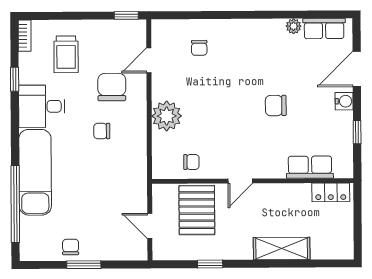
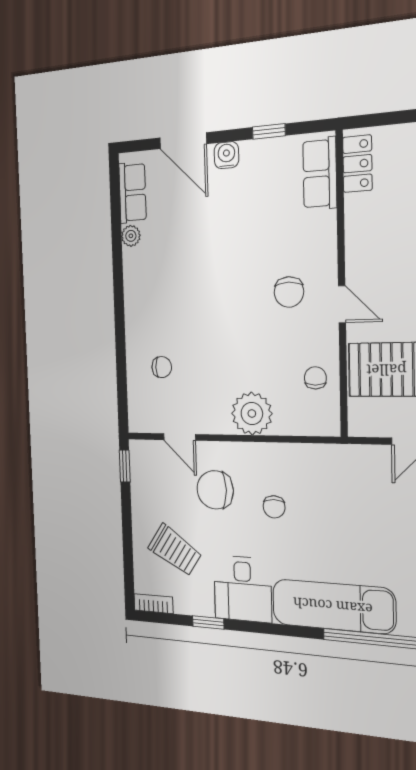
trolley: (66, 54) -> (175, 550), turned 33
chair: (276, 106) -> (289, 292), moved
row of seats: (310, 167) -> (320, 173), moved

